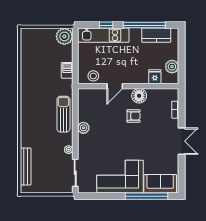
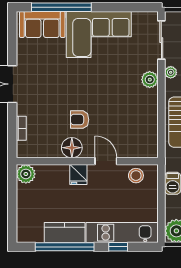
kitchen counter: (156, 35) -> (65, 233), moved
plant: (172, 67) -> (26, 174), moved
fridge: (155, 77) -> (78, 175), moved
door: (115, 86) -> (106, 161), hinge flipped
plant: (83, 128) -> (150, 80), moved

